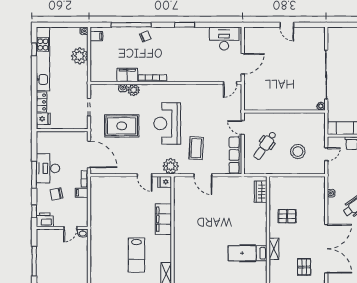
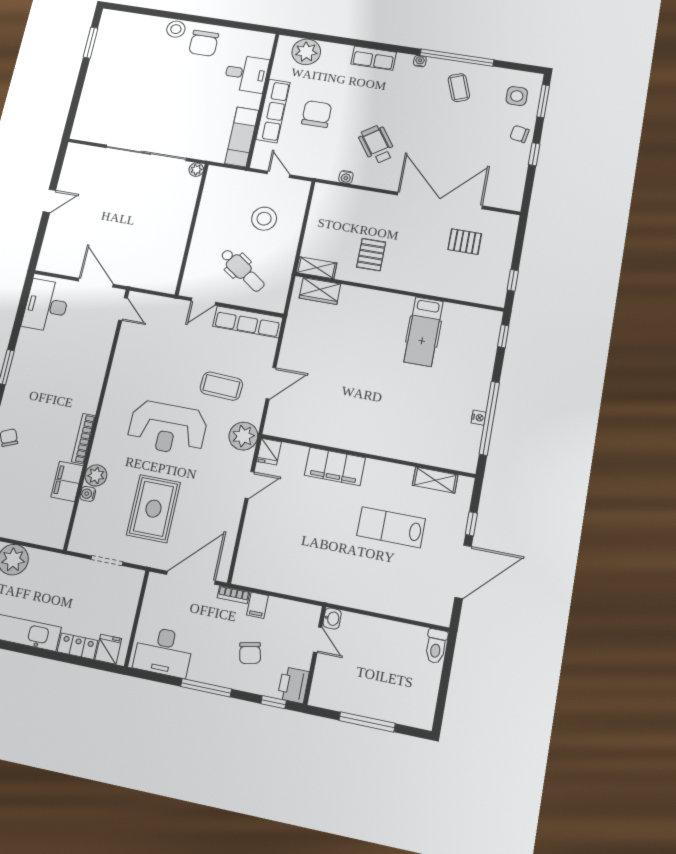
desk: (48, 168) -> (163, 652), moved
shelving: (274, 249) -> (317, 268), moved
lab bench: (136, 255) -> (391, 527), turned 180

